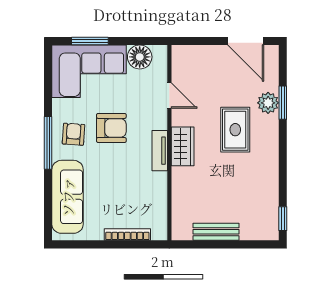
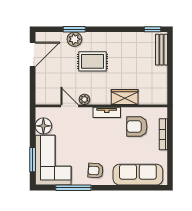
door: (169, 96) -> (70, 106), hinge flipped
plant: (179, 118) -> (84, 99), added
armchair: (111, 128) -> (137, 127), moved, turned -90
window: (48, 143) -> (73, 188), moved
wardrobe: (183, 146) -> (125, 97), moved
bench: (216, 232) -> (161, 50), moved

